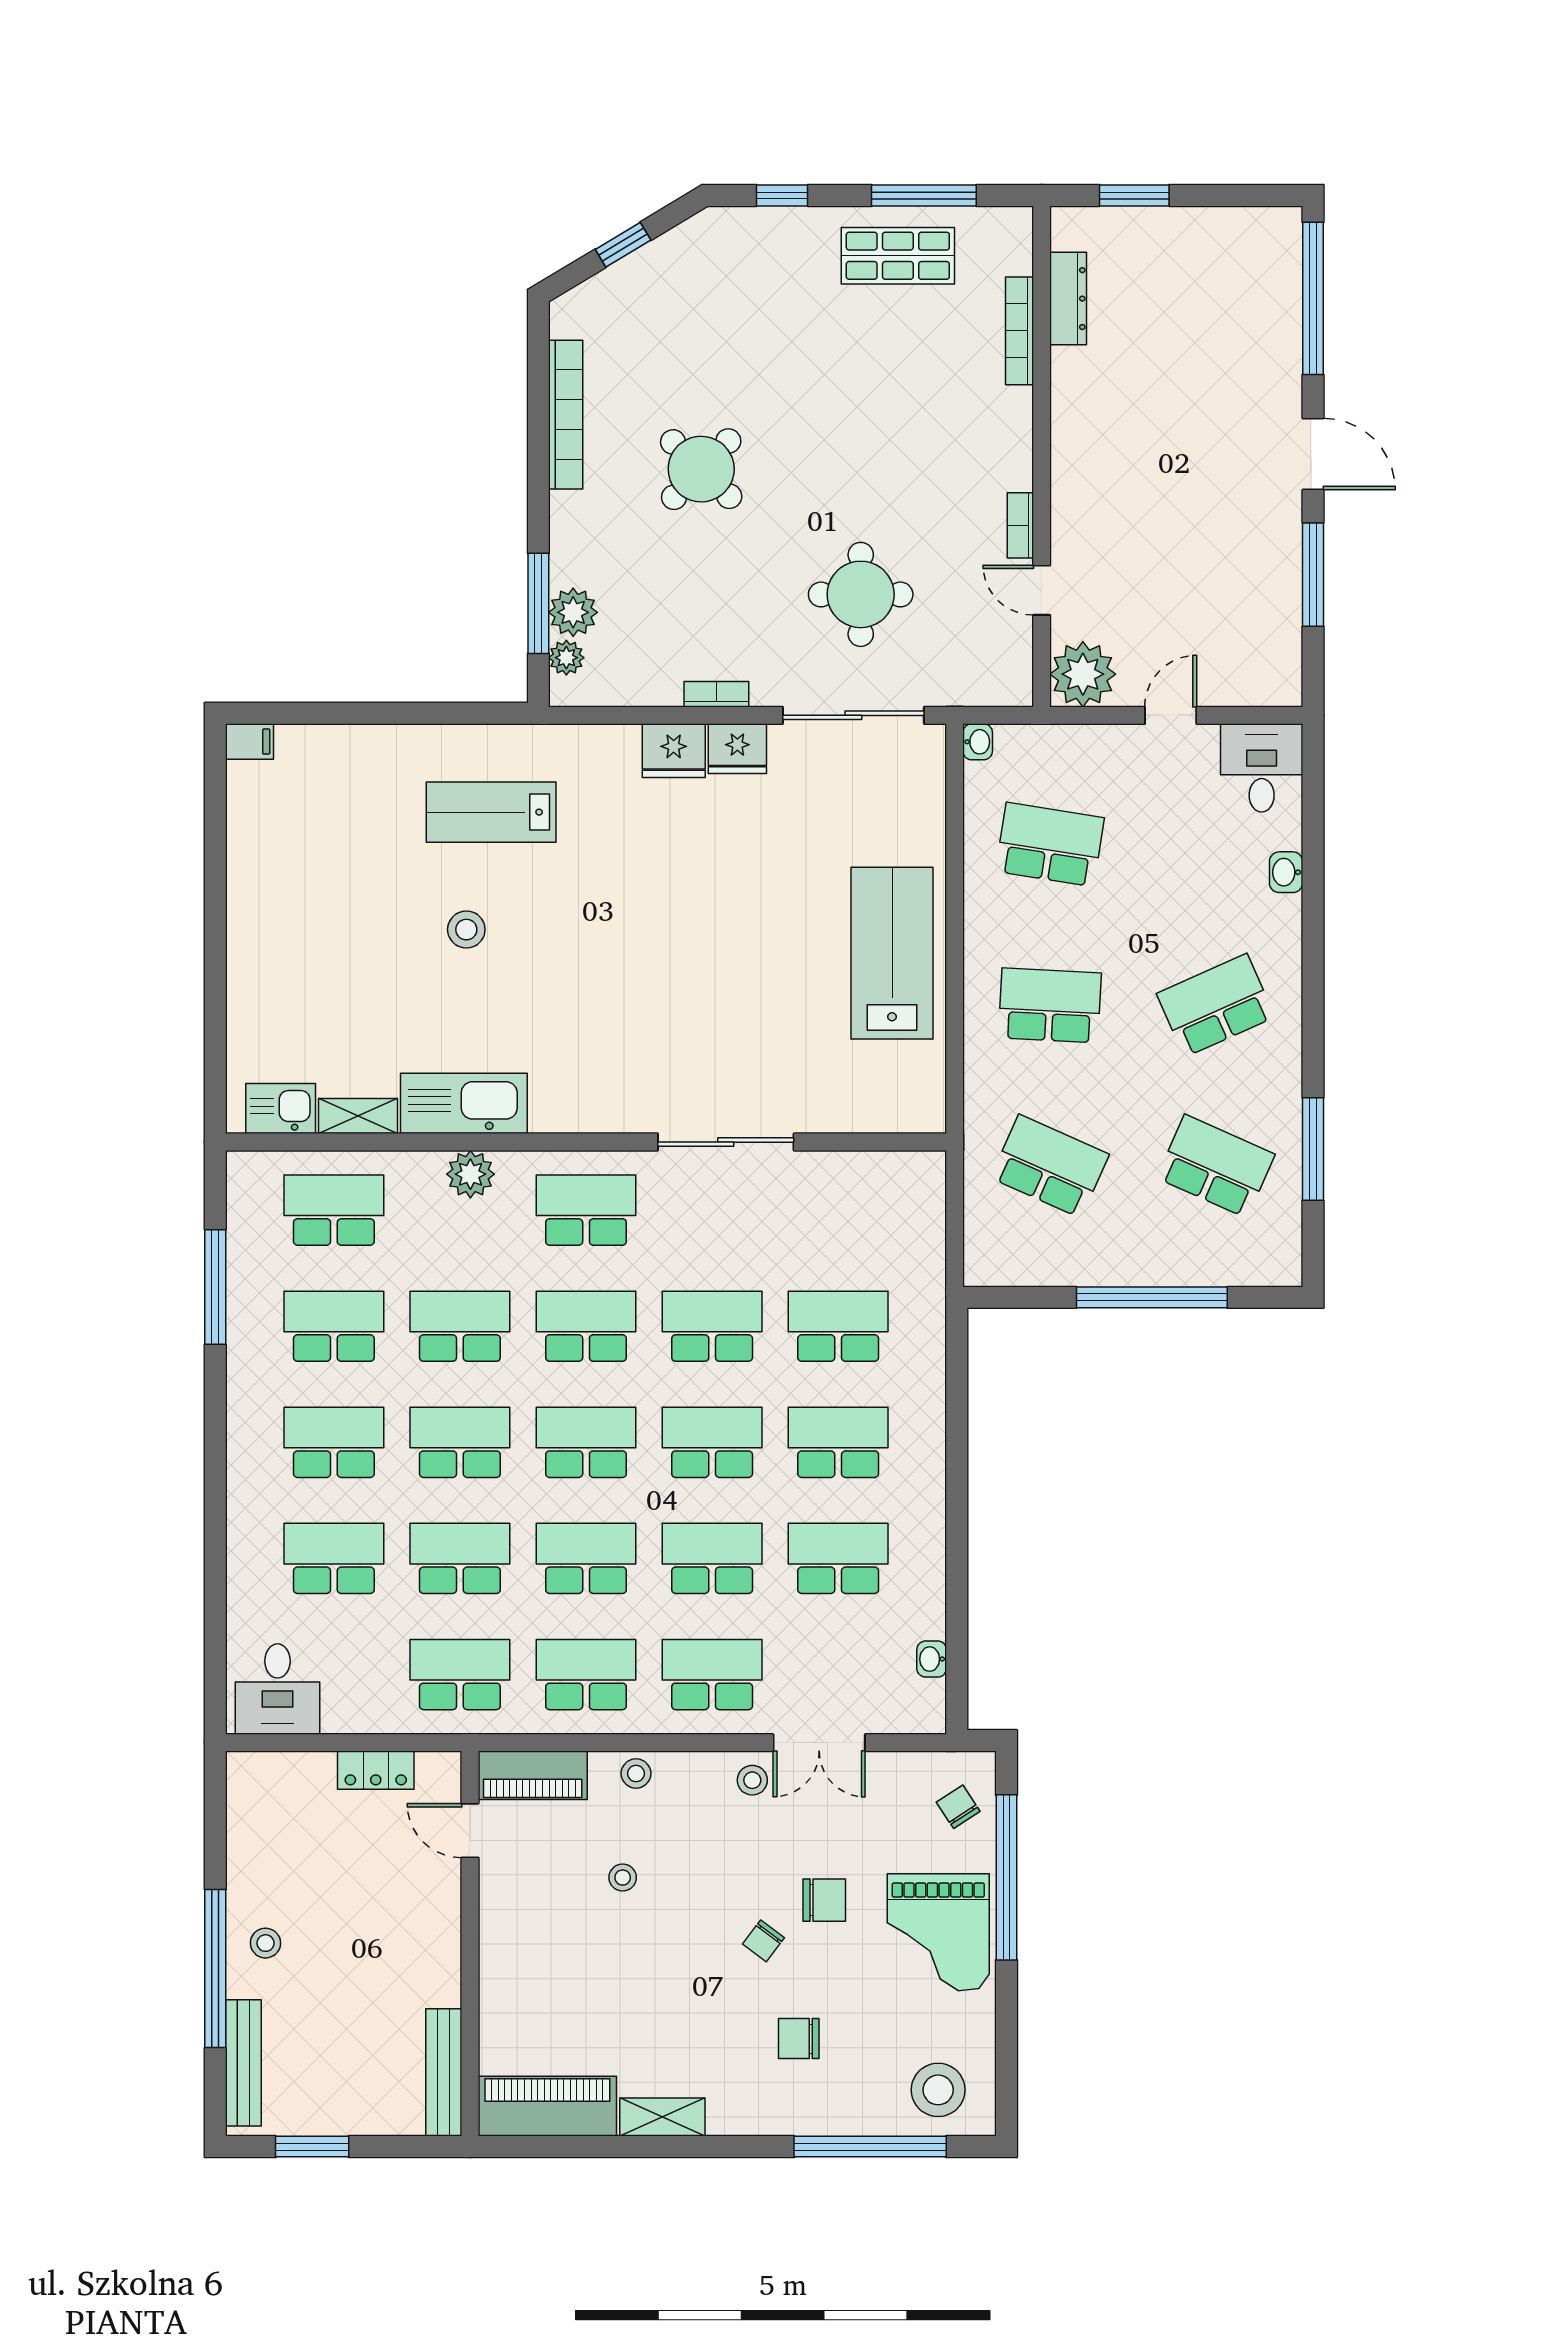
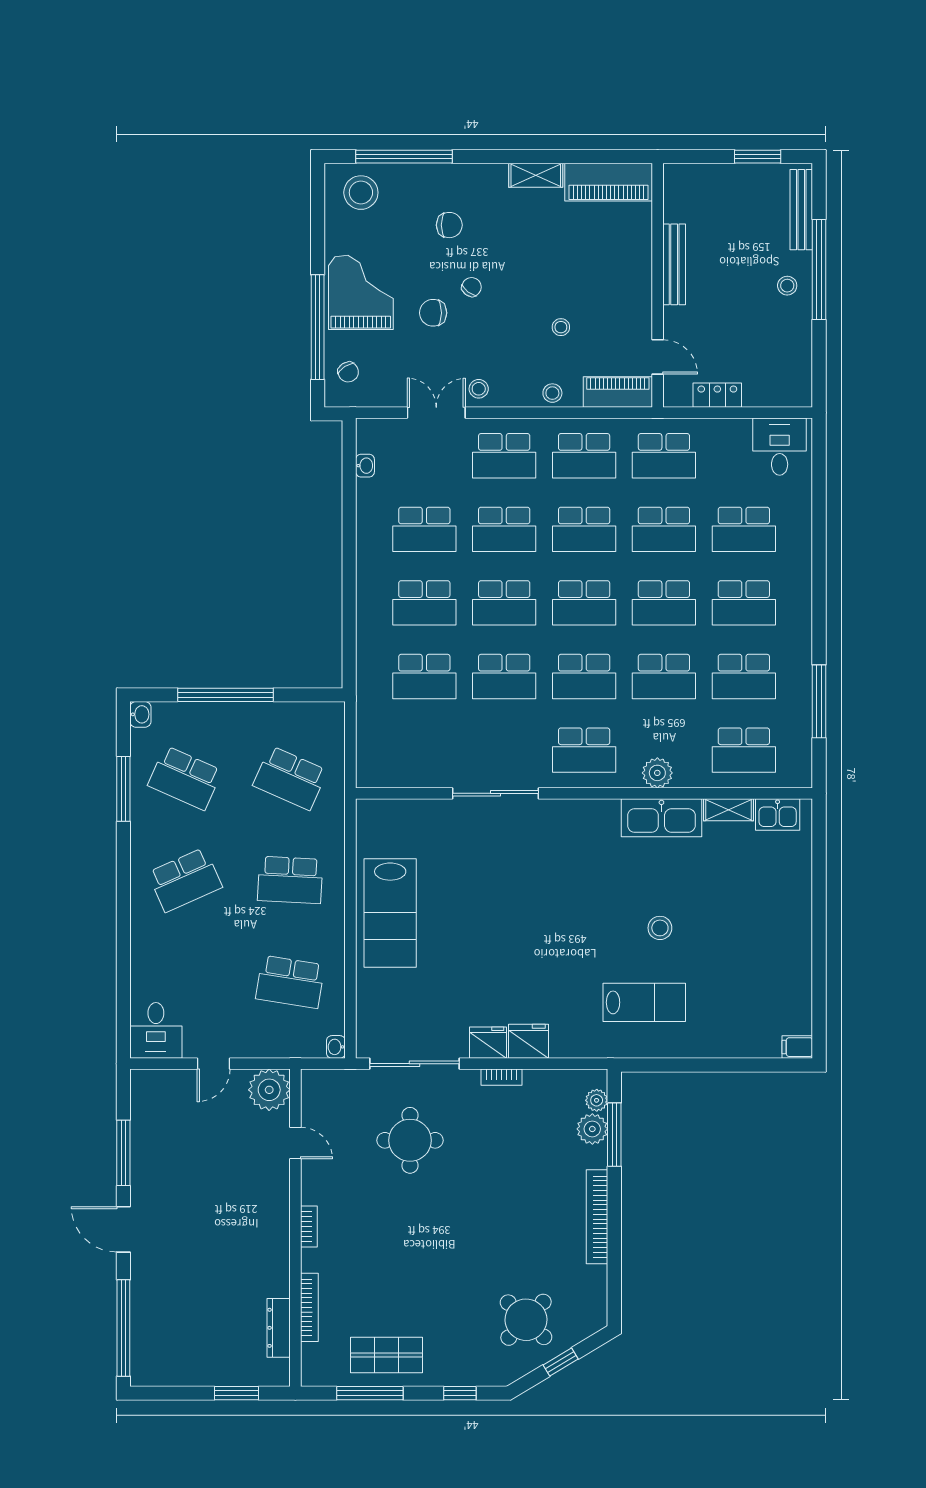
bookcase: (566, 415) -> (597, 1217), moved
round table: (701, 469) -> (526, 1320), moved
bookcase: (1020, 525) -> (309, 1226), moved
washbasin: (1286, 872) -> (140, 714), moved
bench: (444, 2072) -> (674, 264), moved

